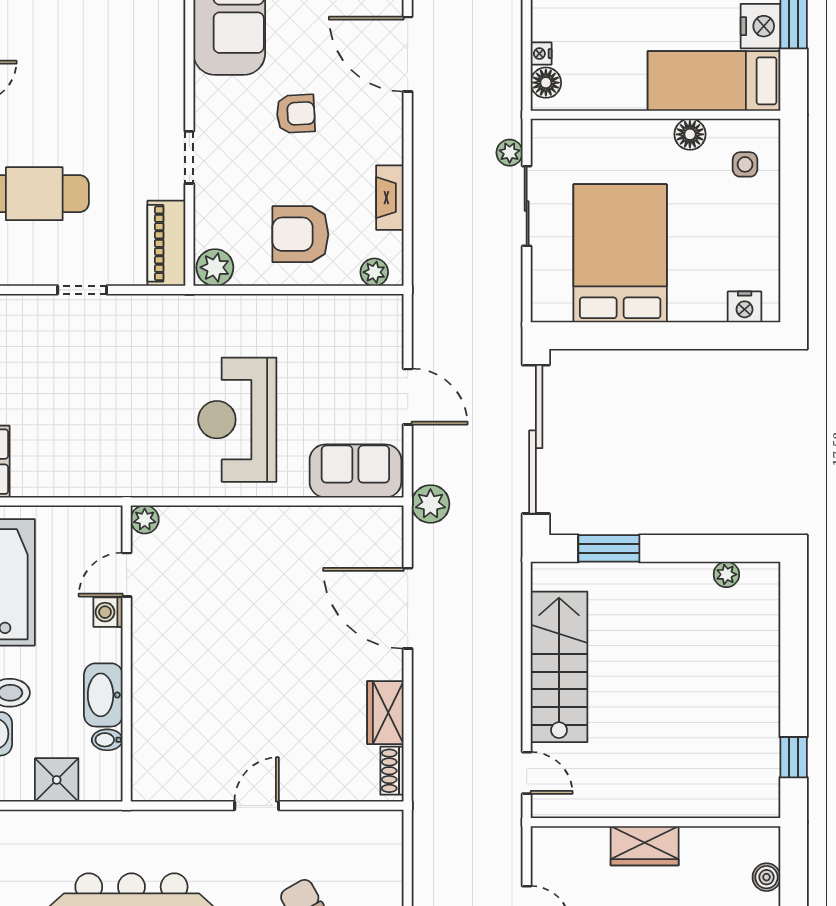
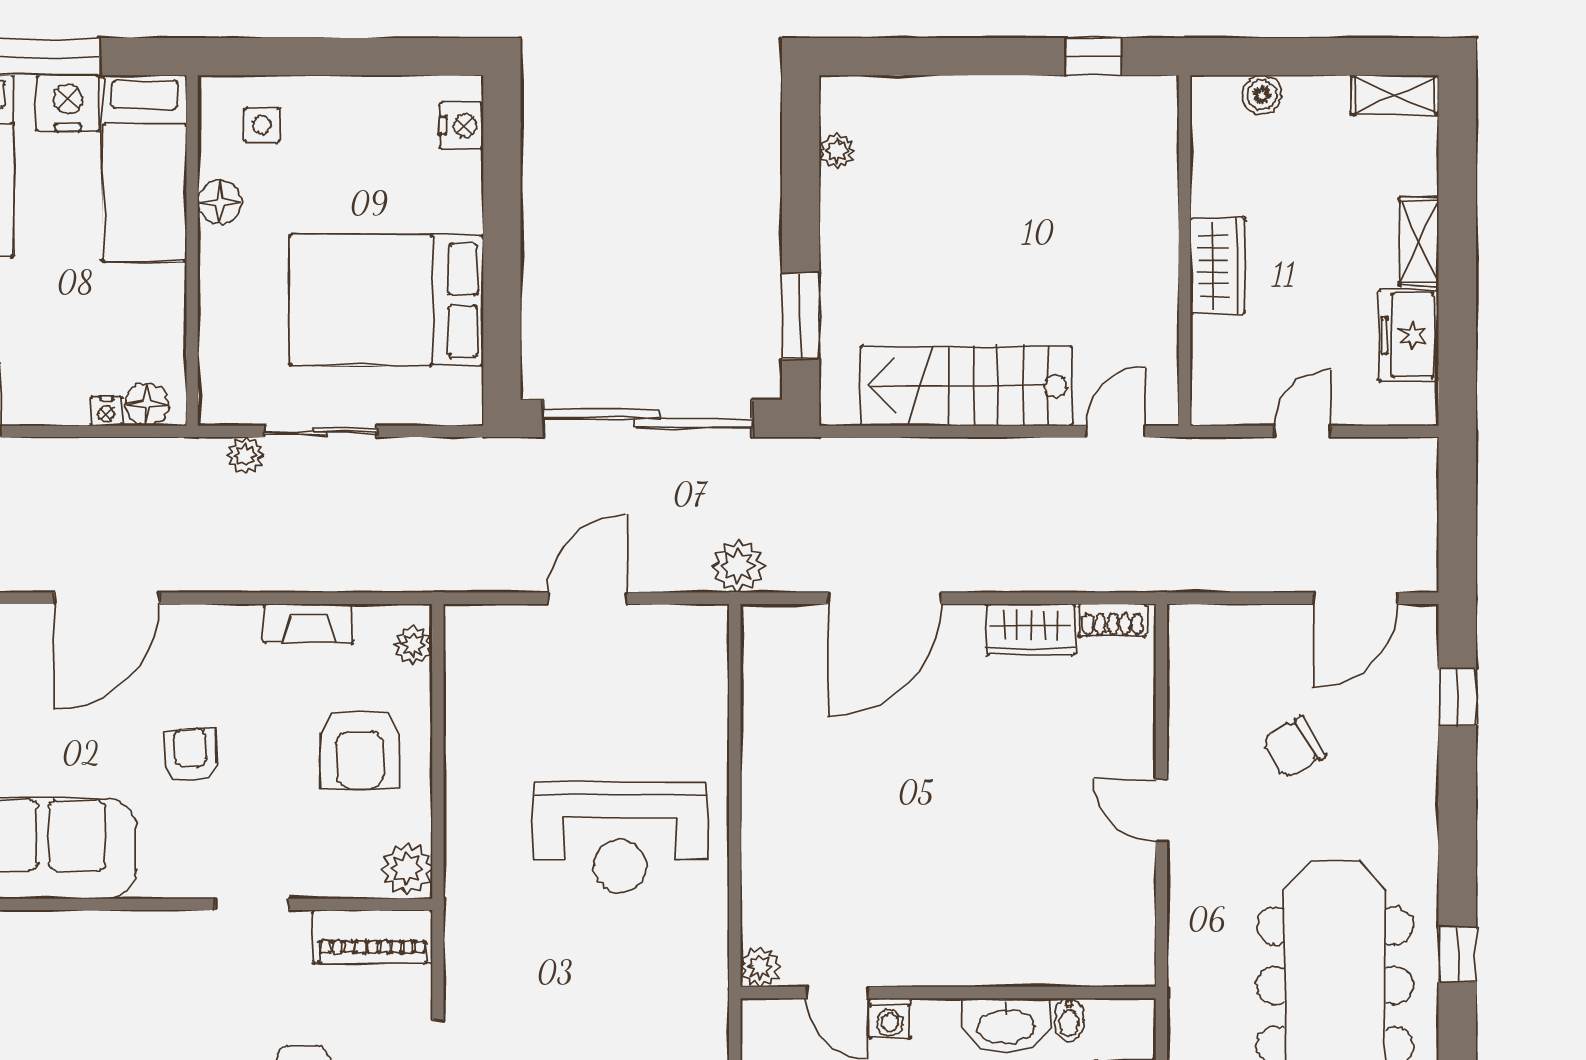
sofa: (355, 471) -> (692, 671), removed

